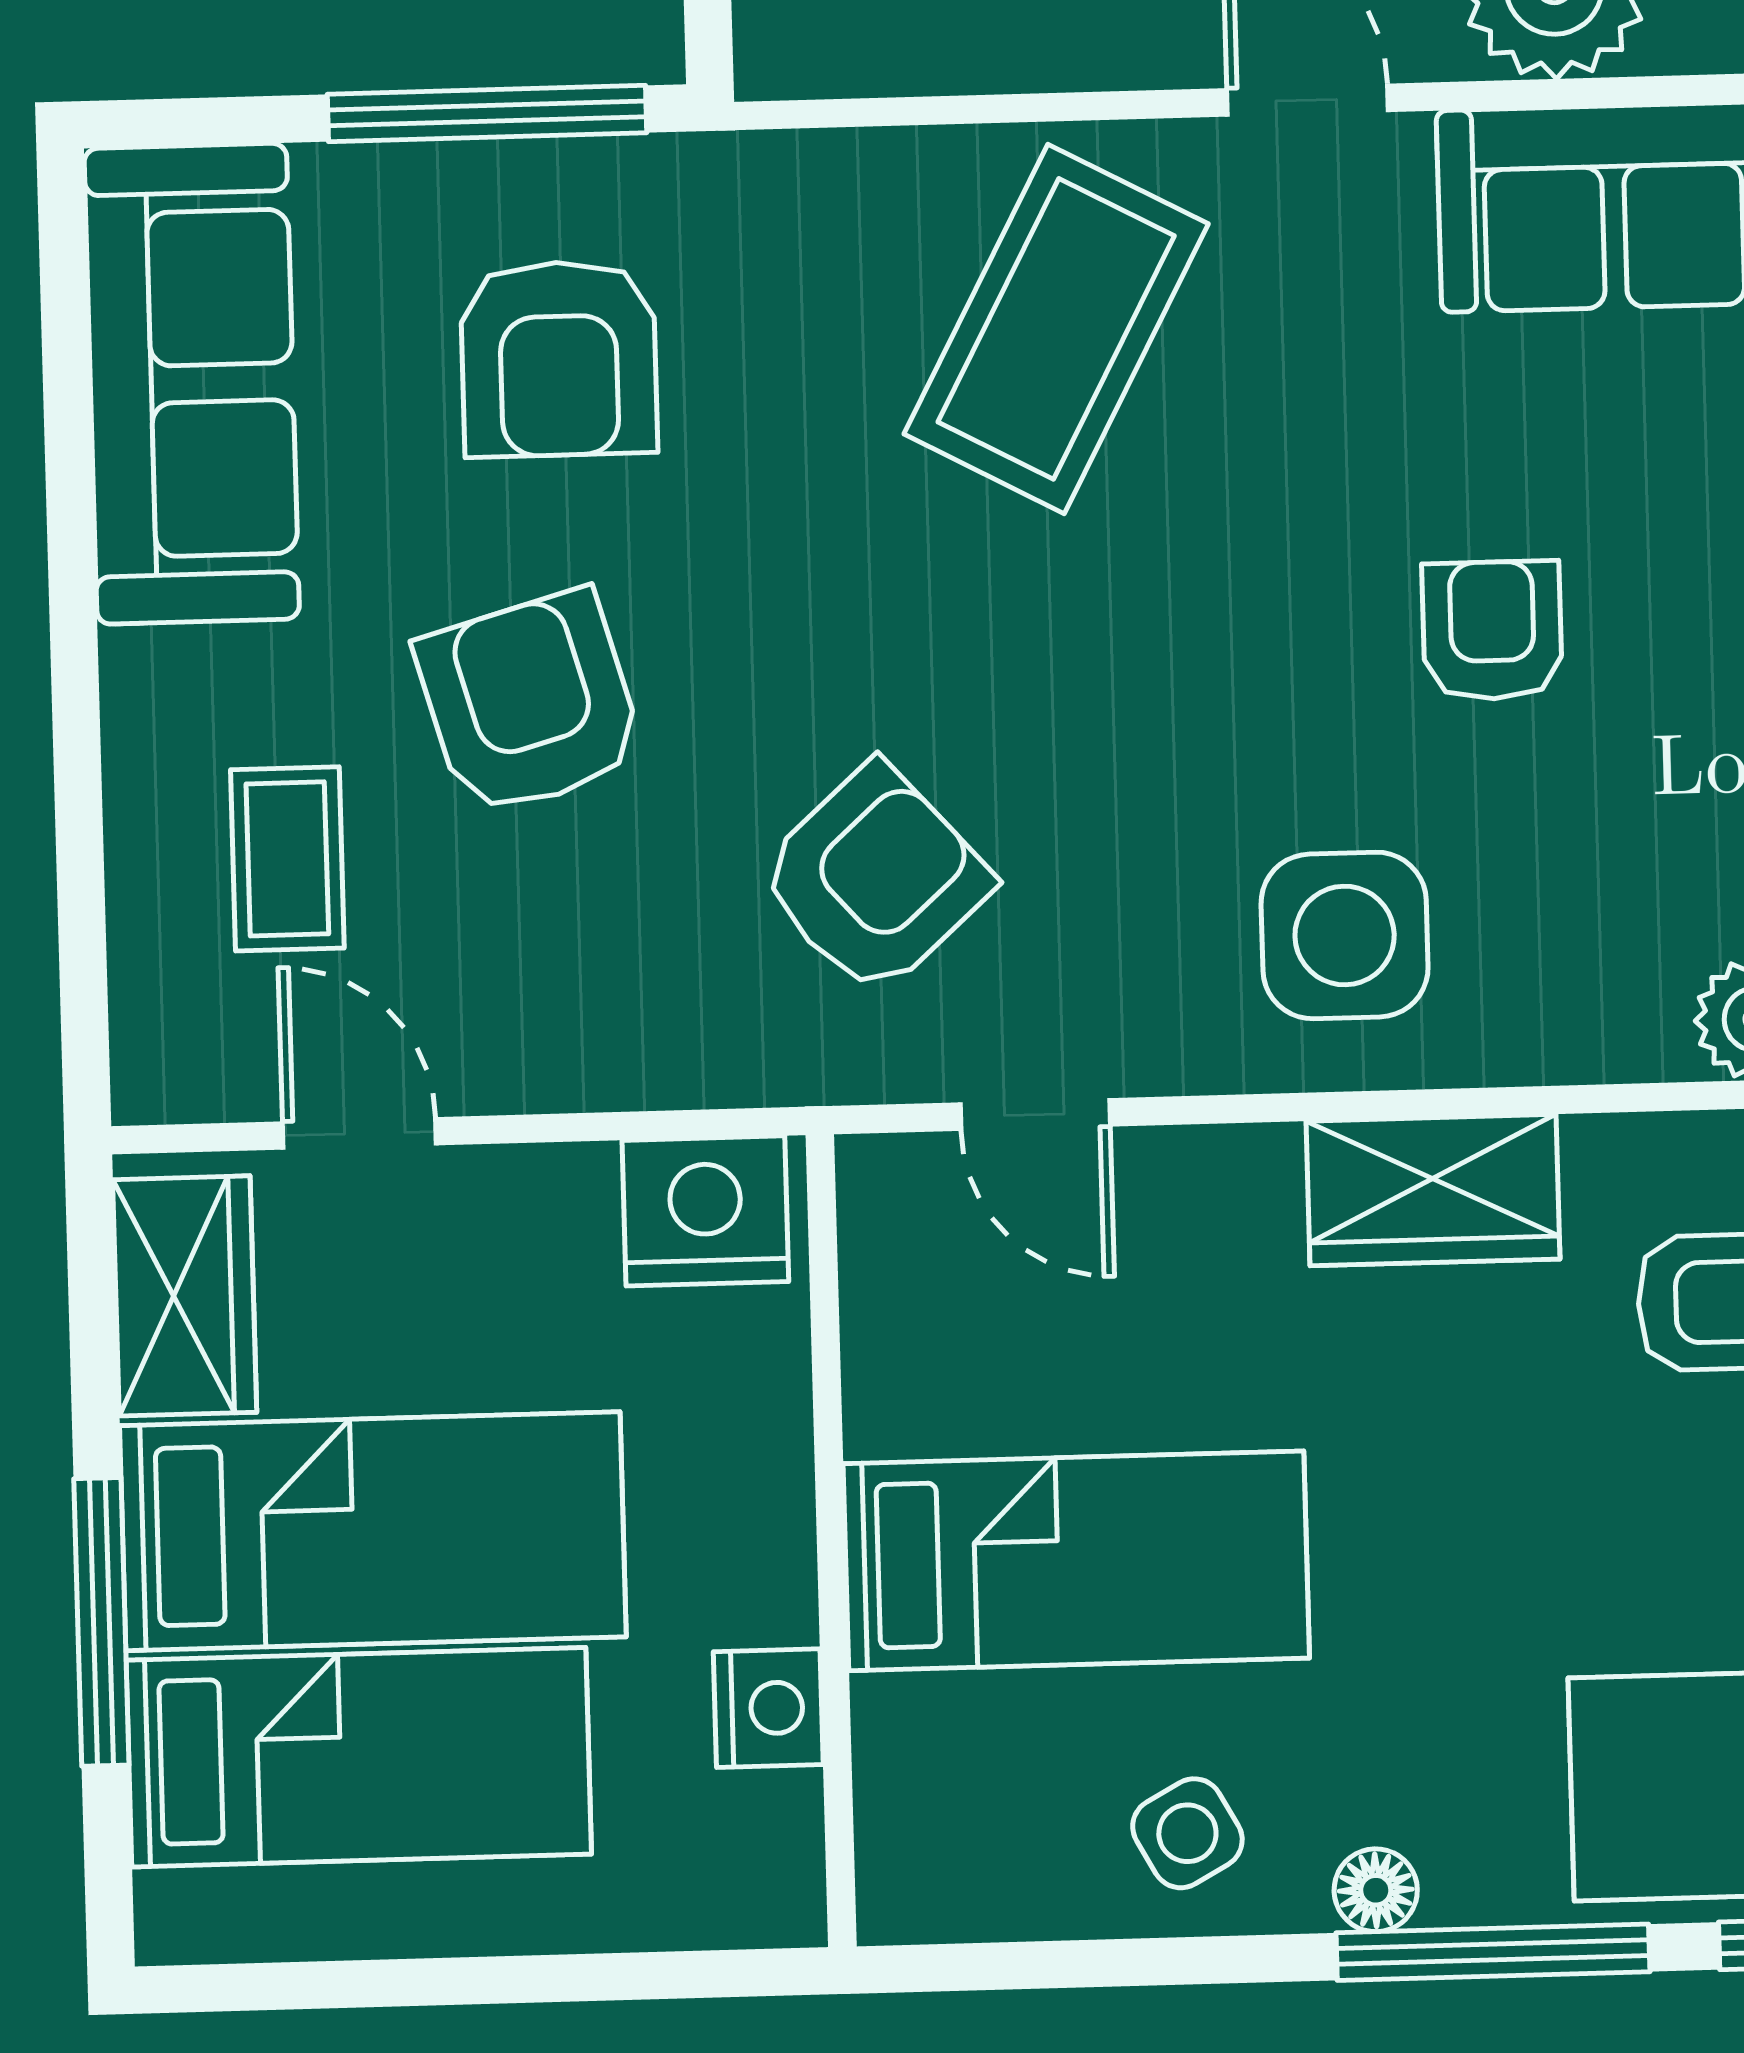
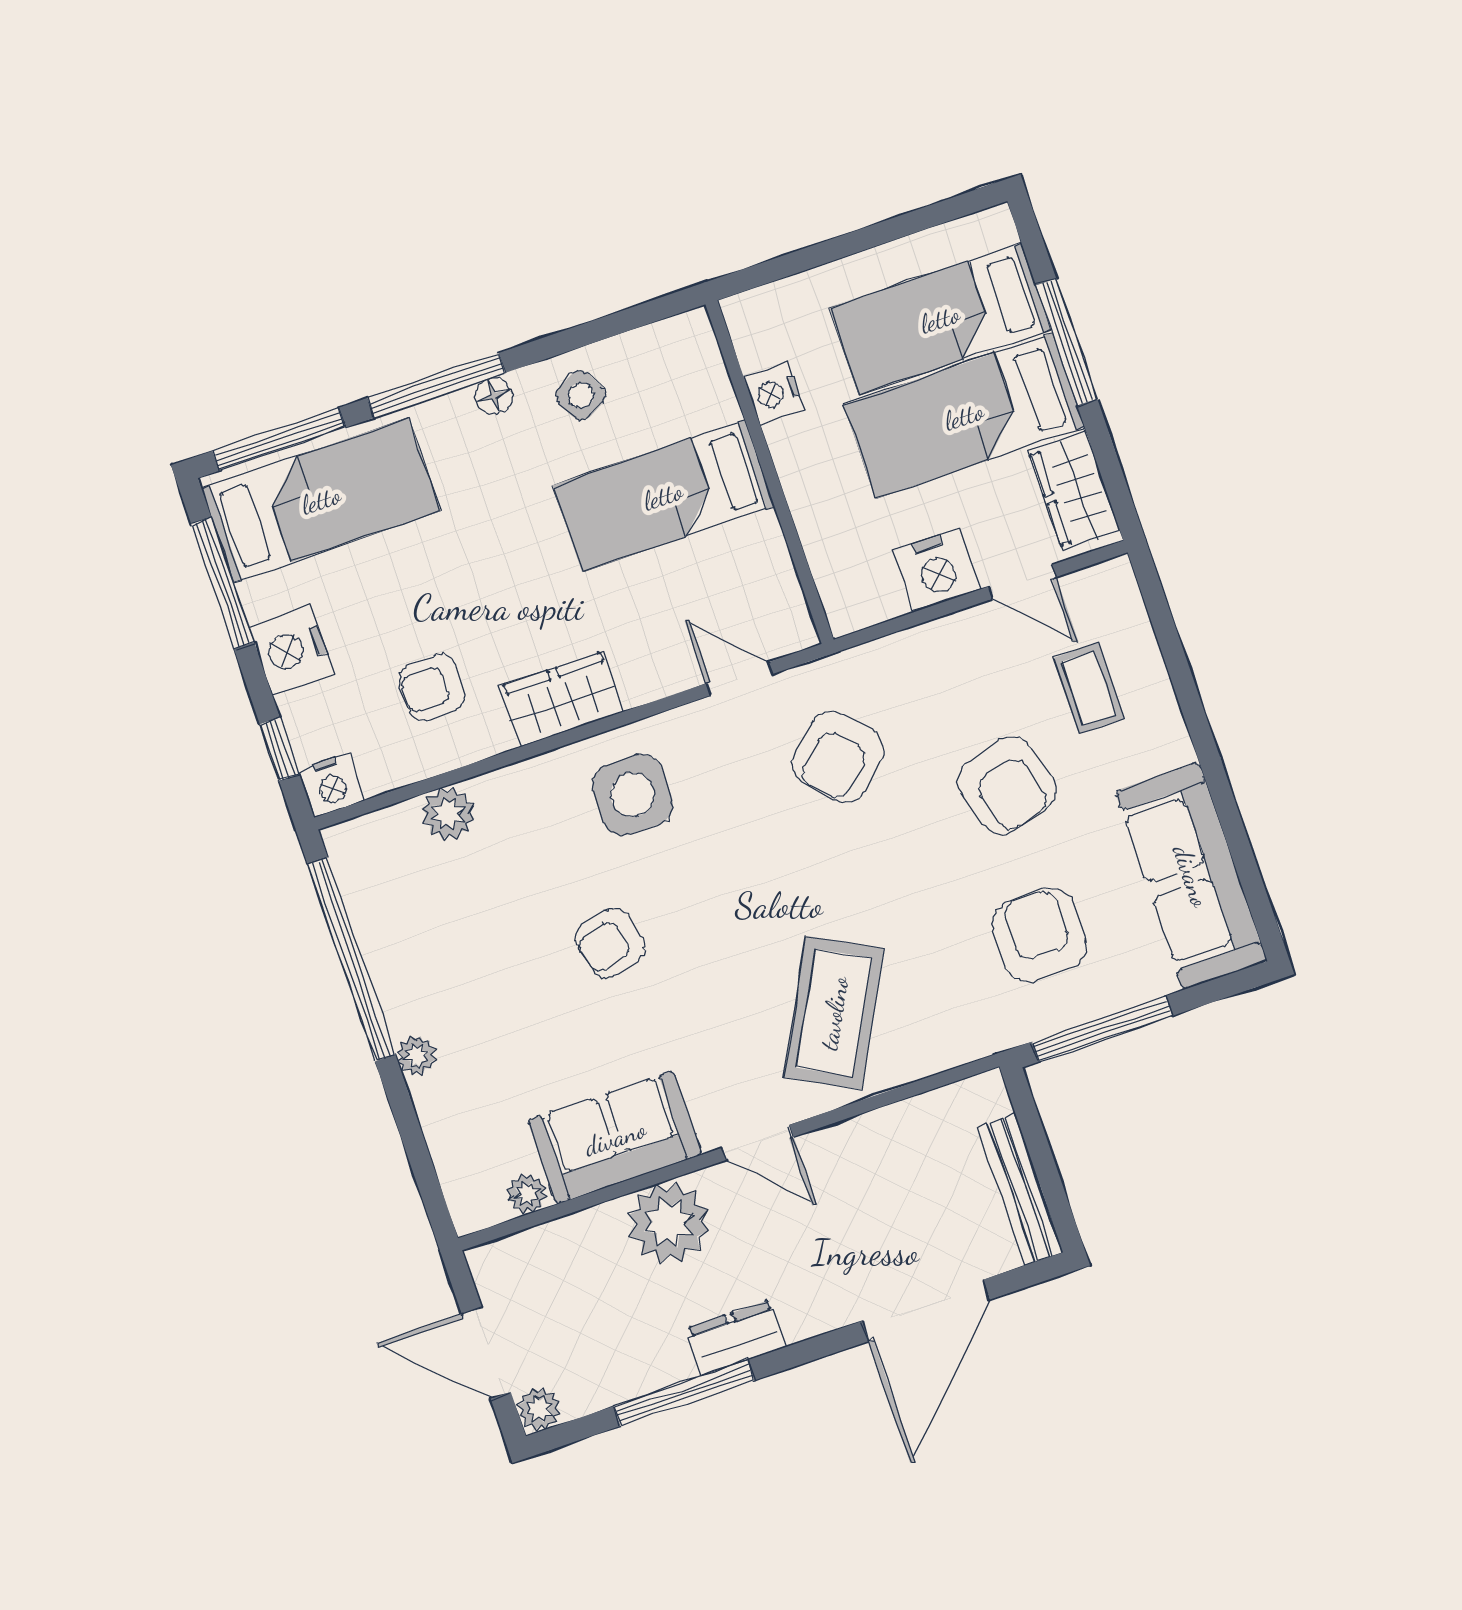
armchair: (1492, 630) -> (610, 943), turned 75
nightstand: (705, 1211) -> (937, 570), moved

